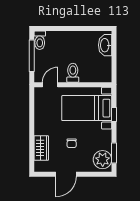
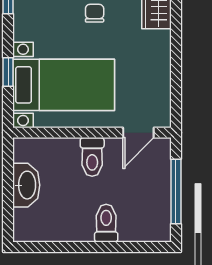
toilet: (40, 40) -> (106, 223), moved
washbasin: (105, 45) -> (26, 185), moved

